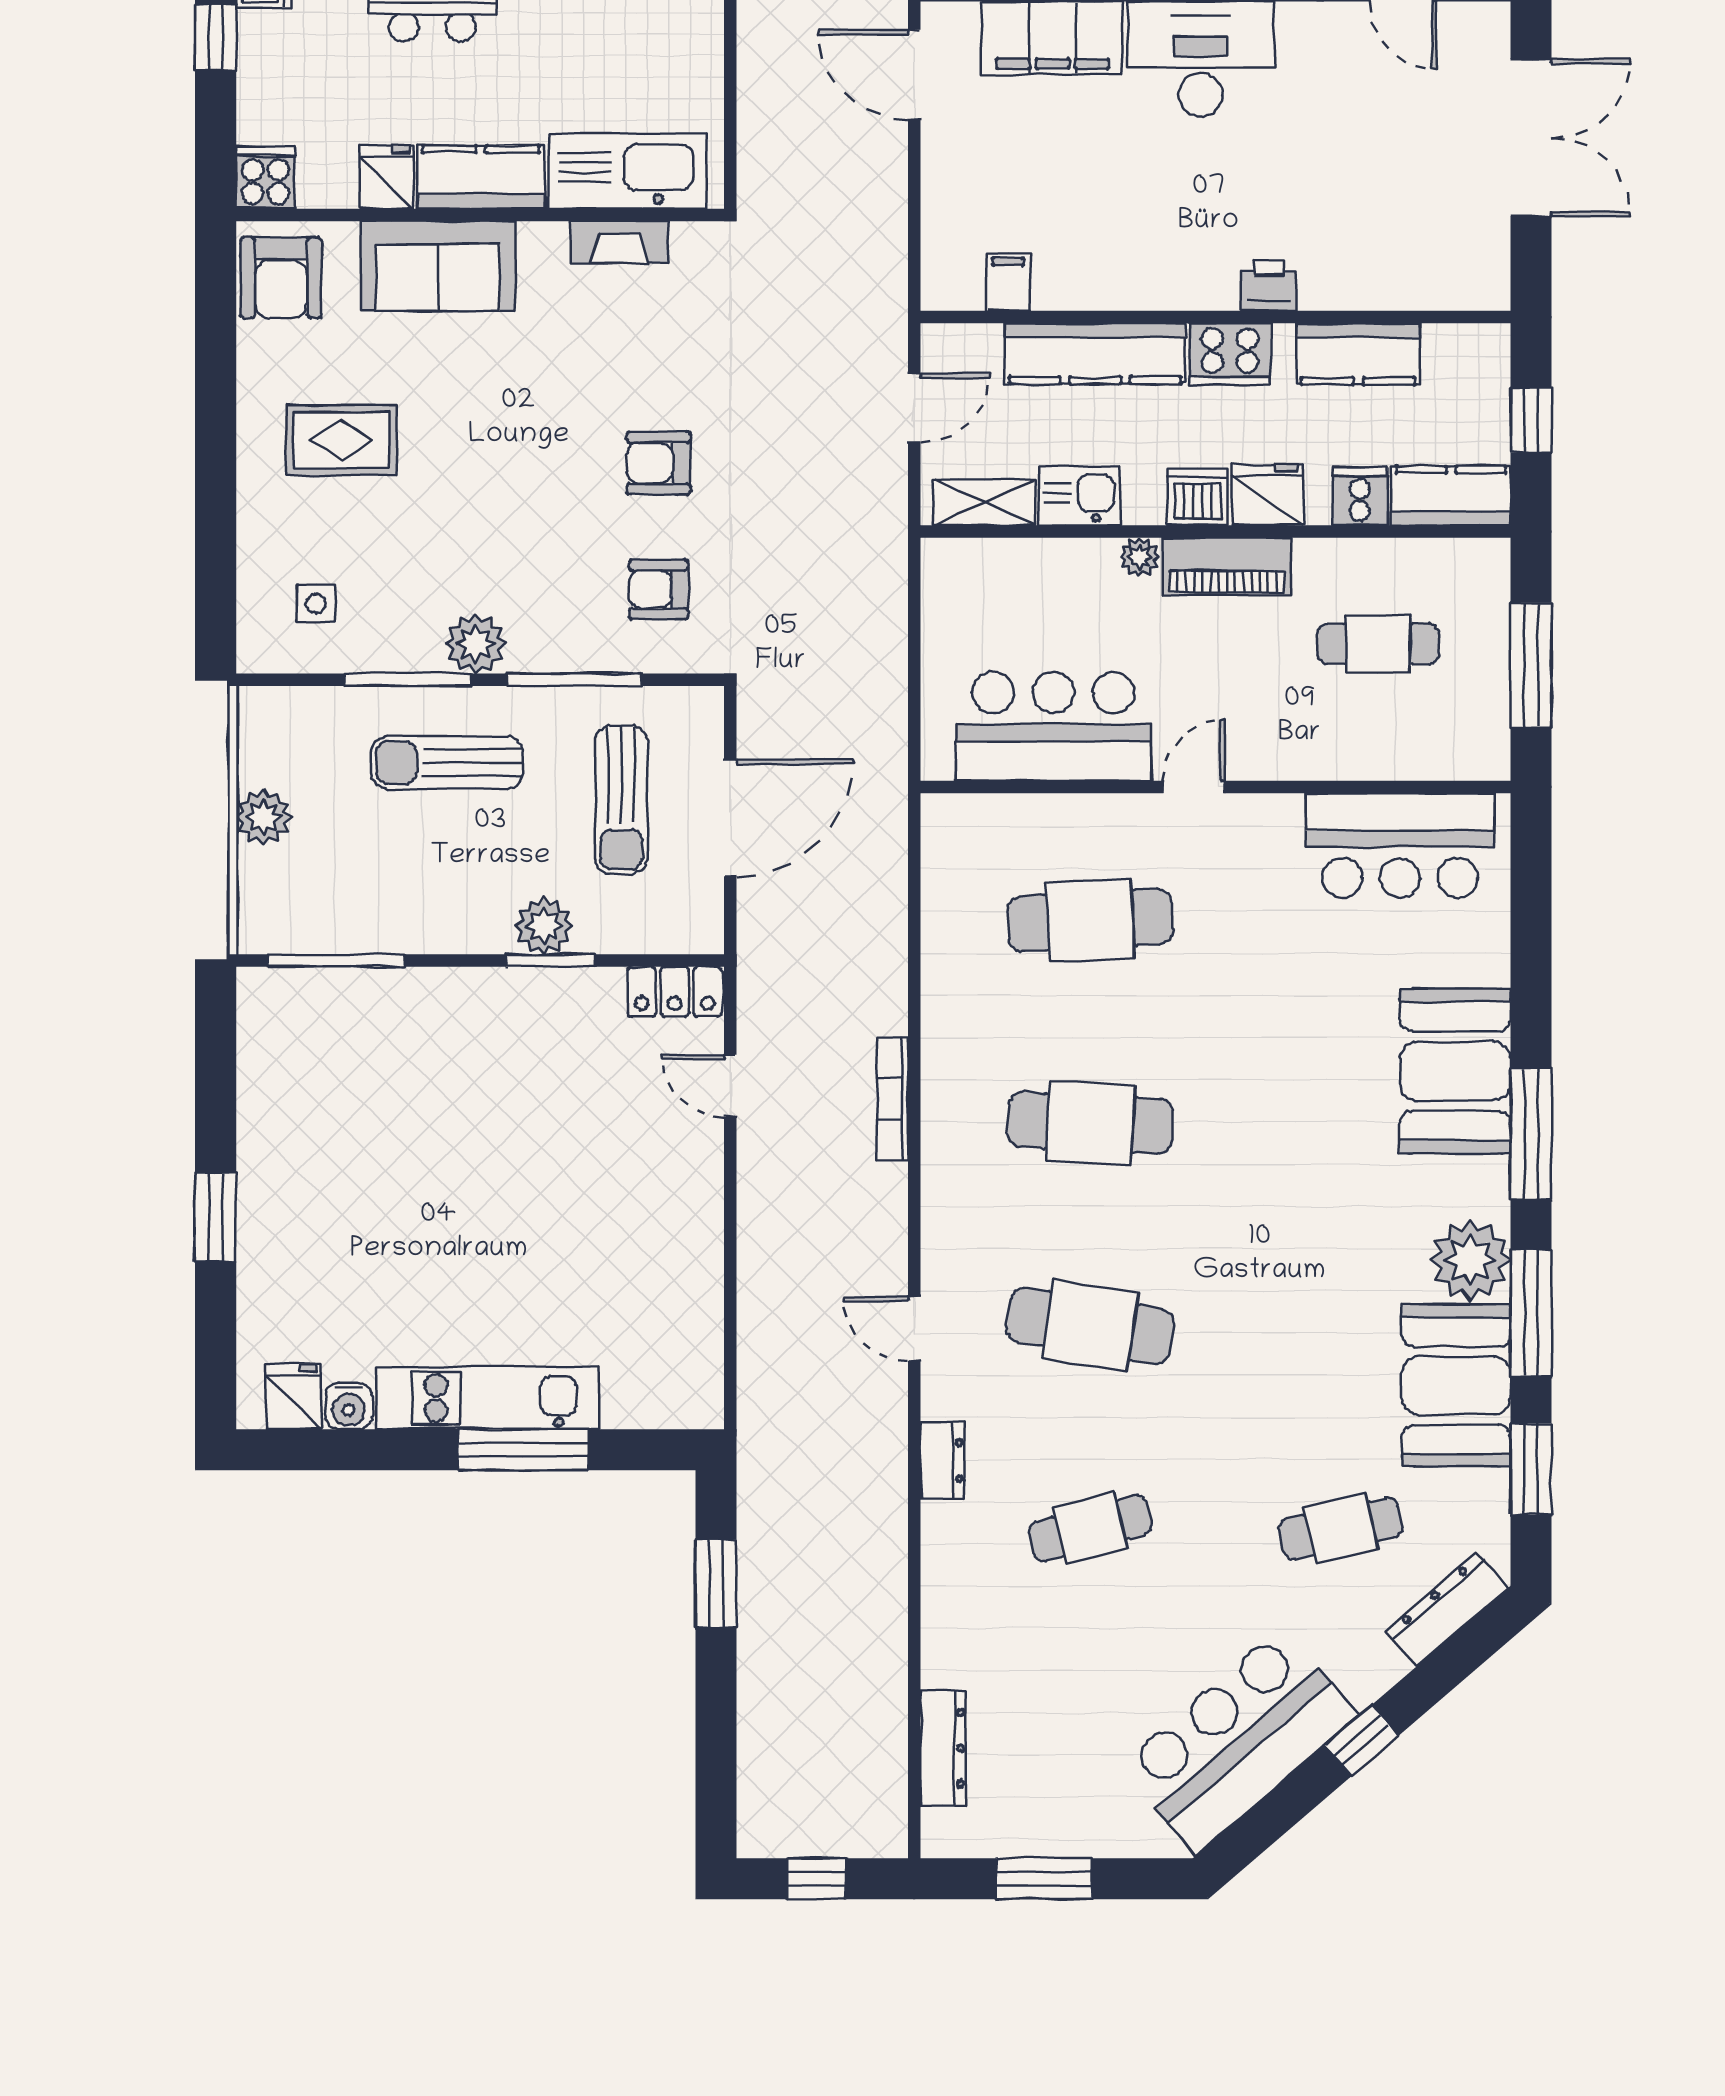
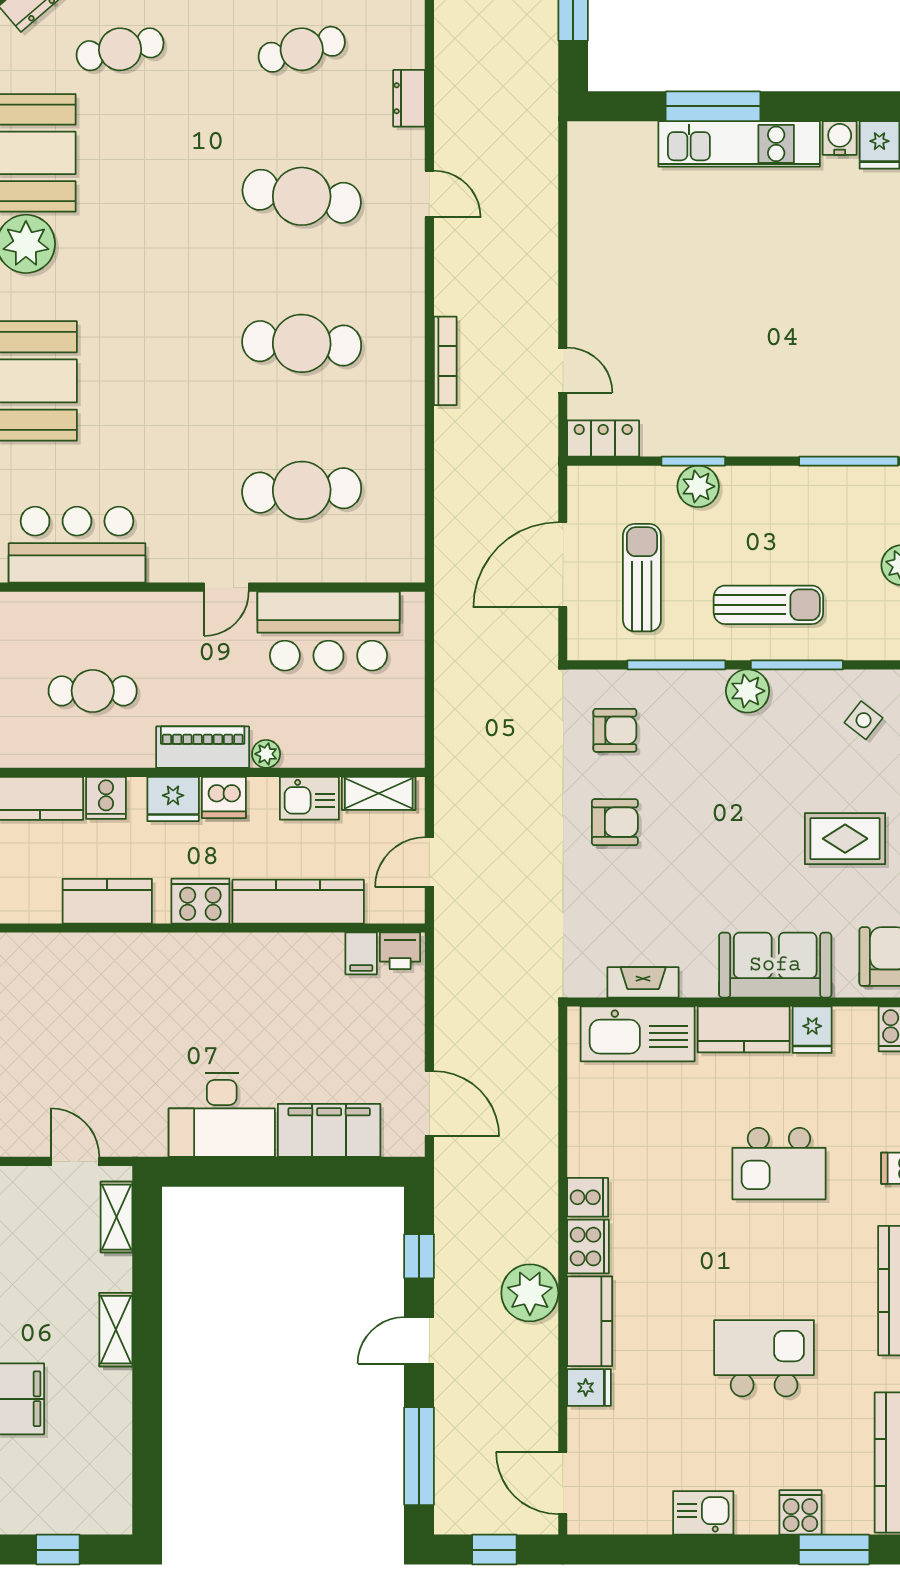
printer: (1269, 286) -> (400, 951), moved
side table: (316, 603) -> (864, 720), turned 38

